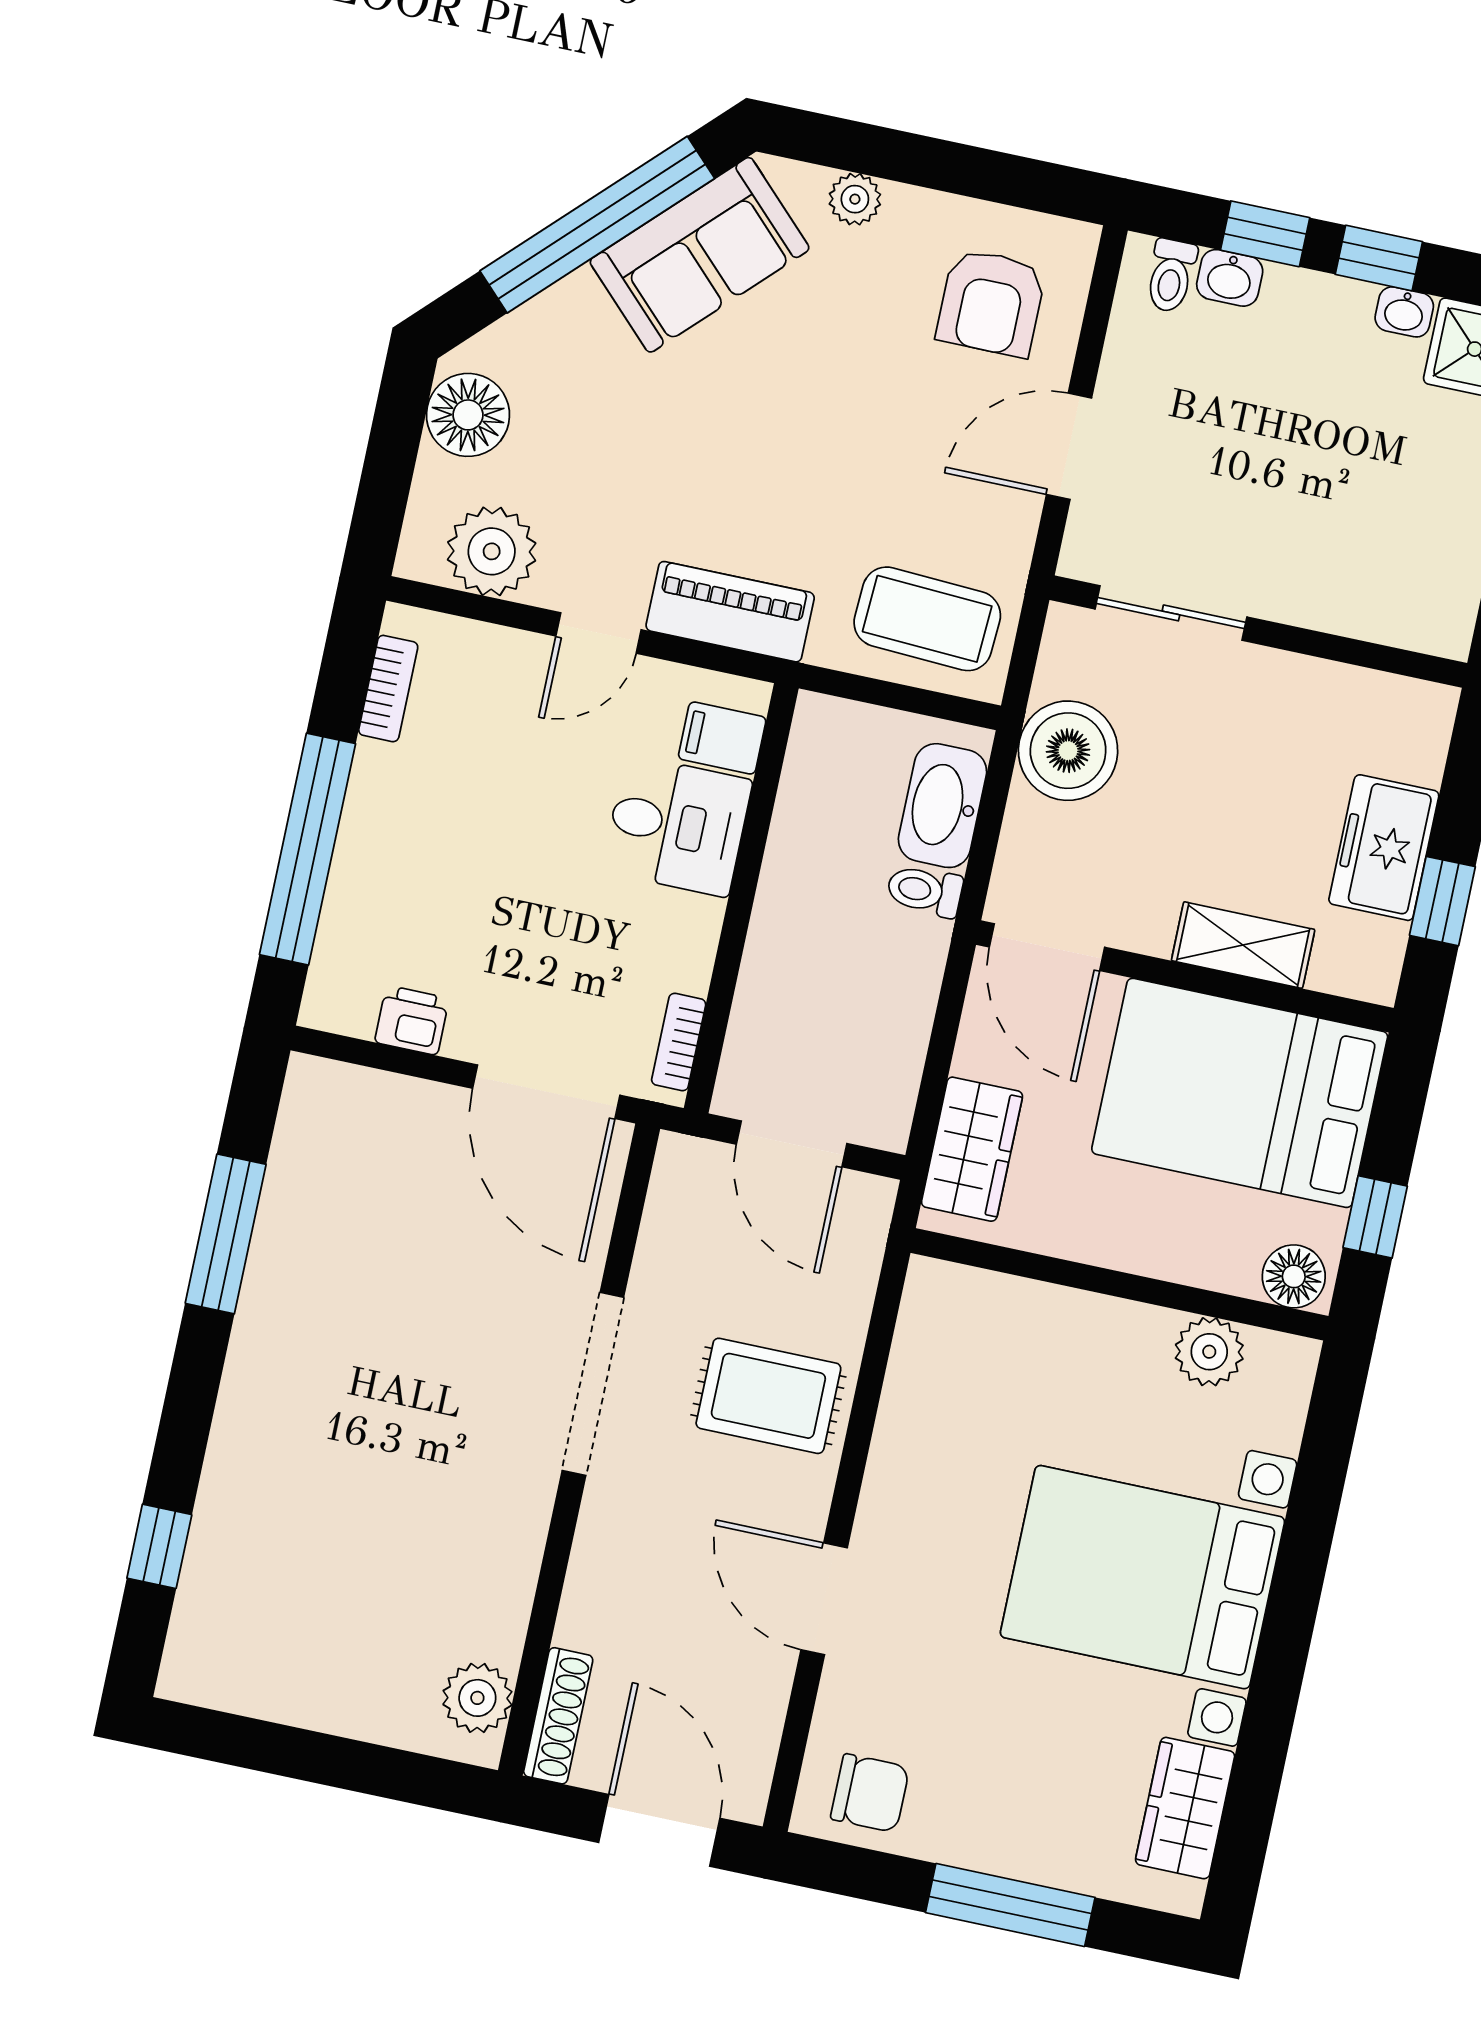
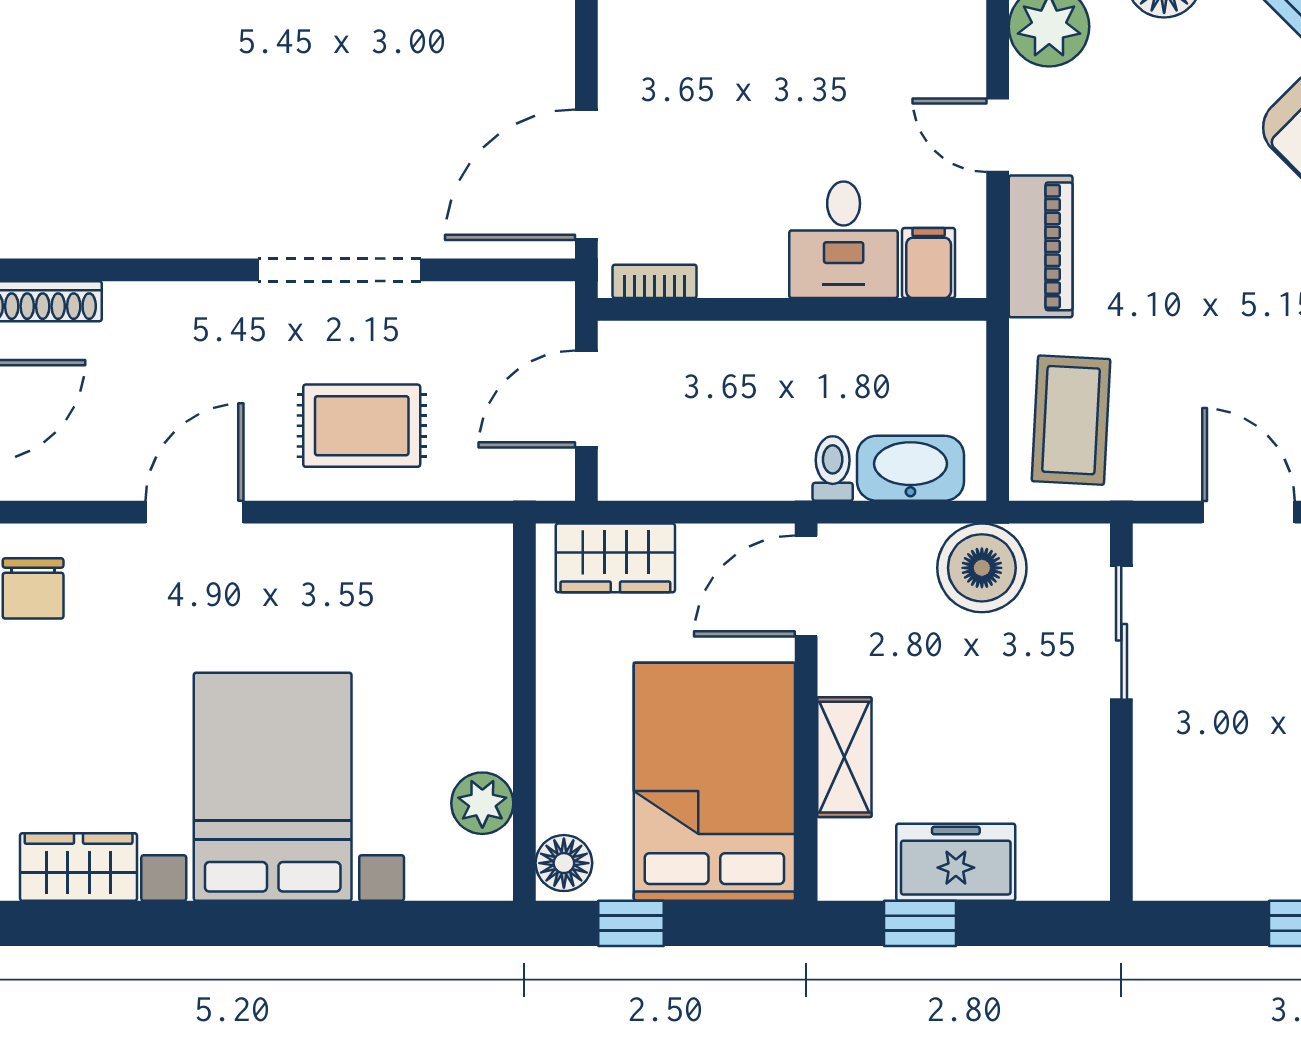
printer: (412, 1020) -> (624, 44), removed
rug: (768, 1396) -> (362, 426), turned 90
plant: (477, 1698) -> (43, 227), removed

